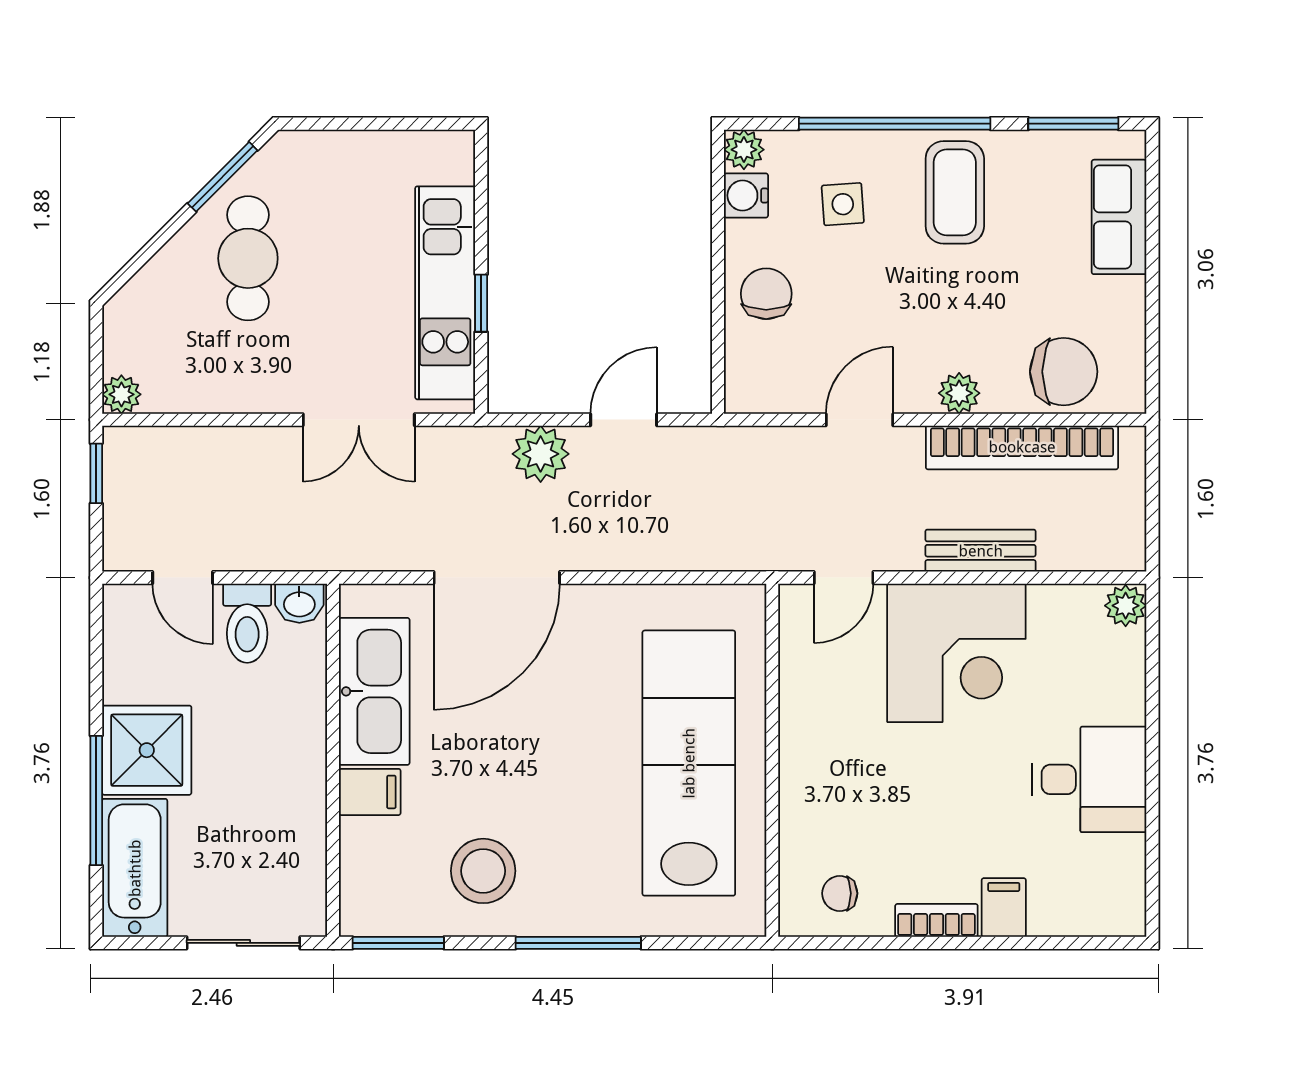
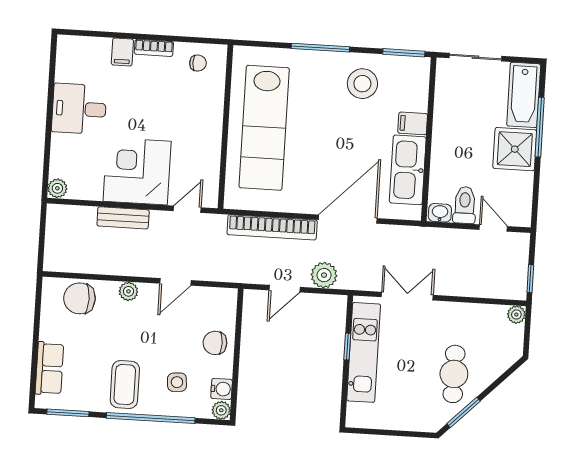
chair: (766, 294) -> (215, 343), turned 90
bookcase: (1022, 447) -> (272, 227), moved, turned 180

